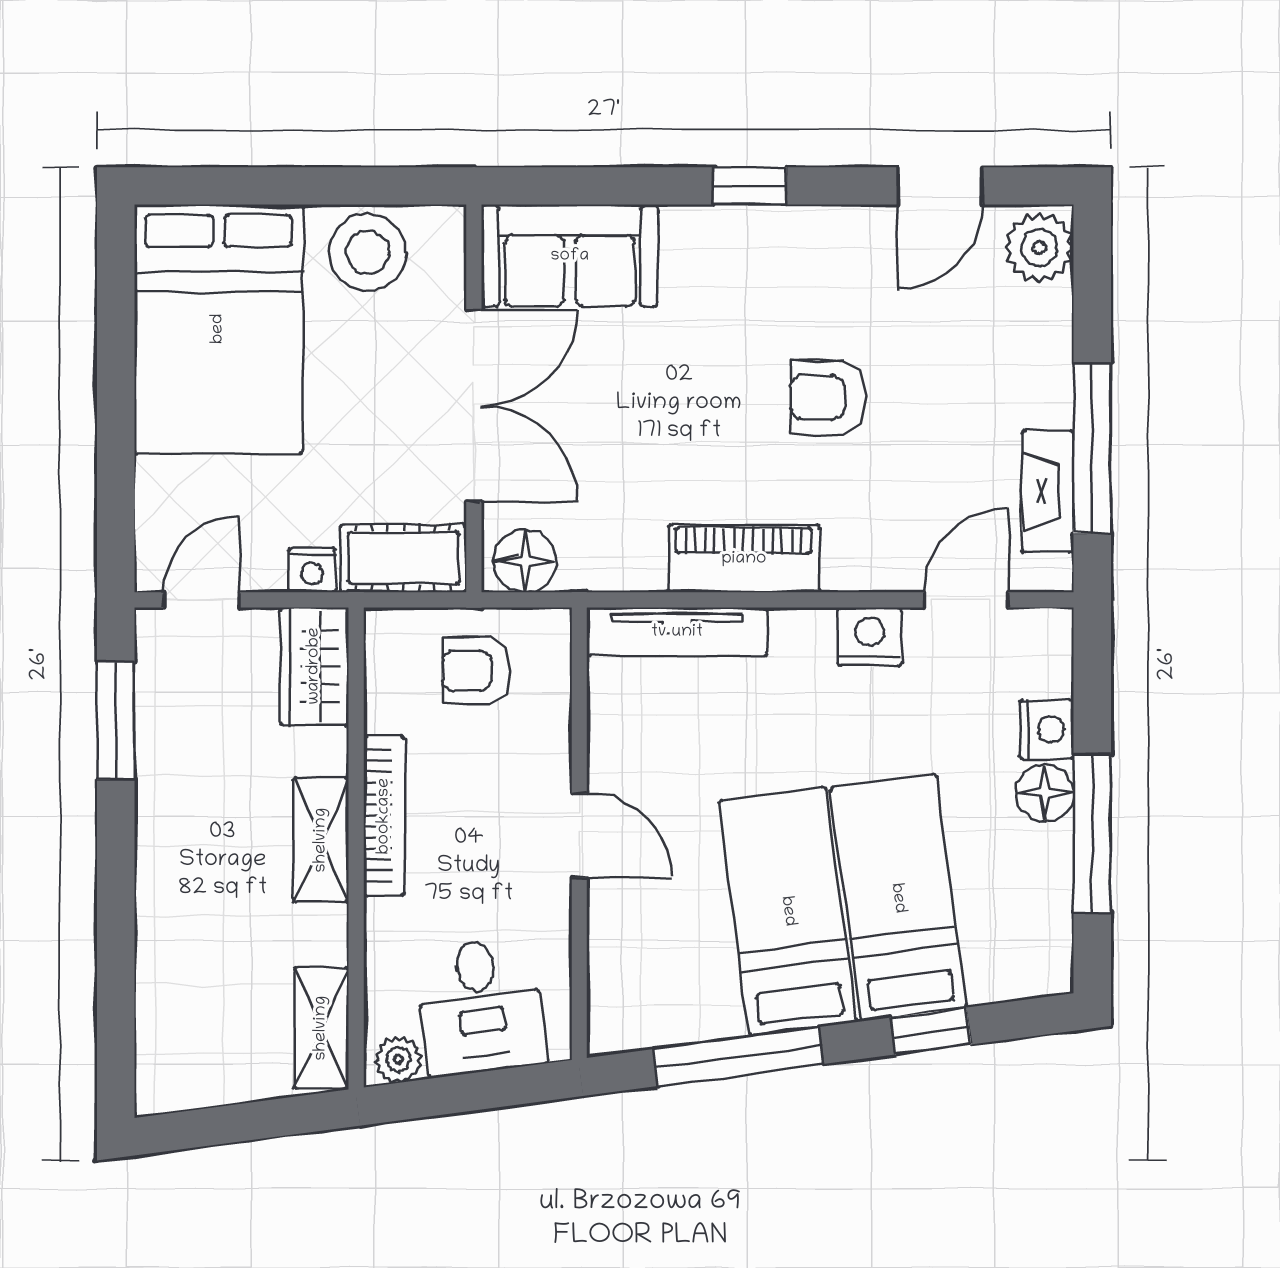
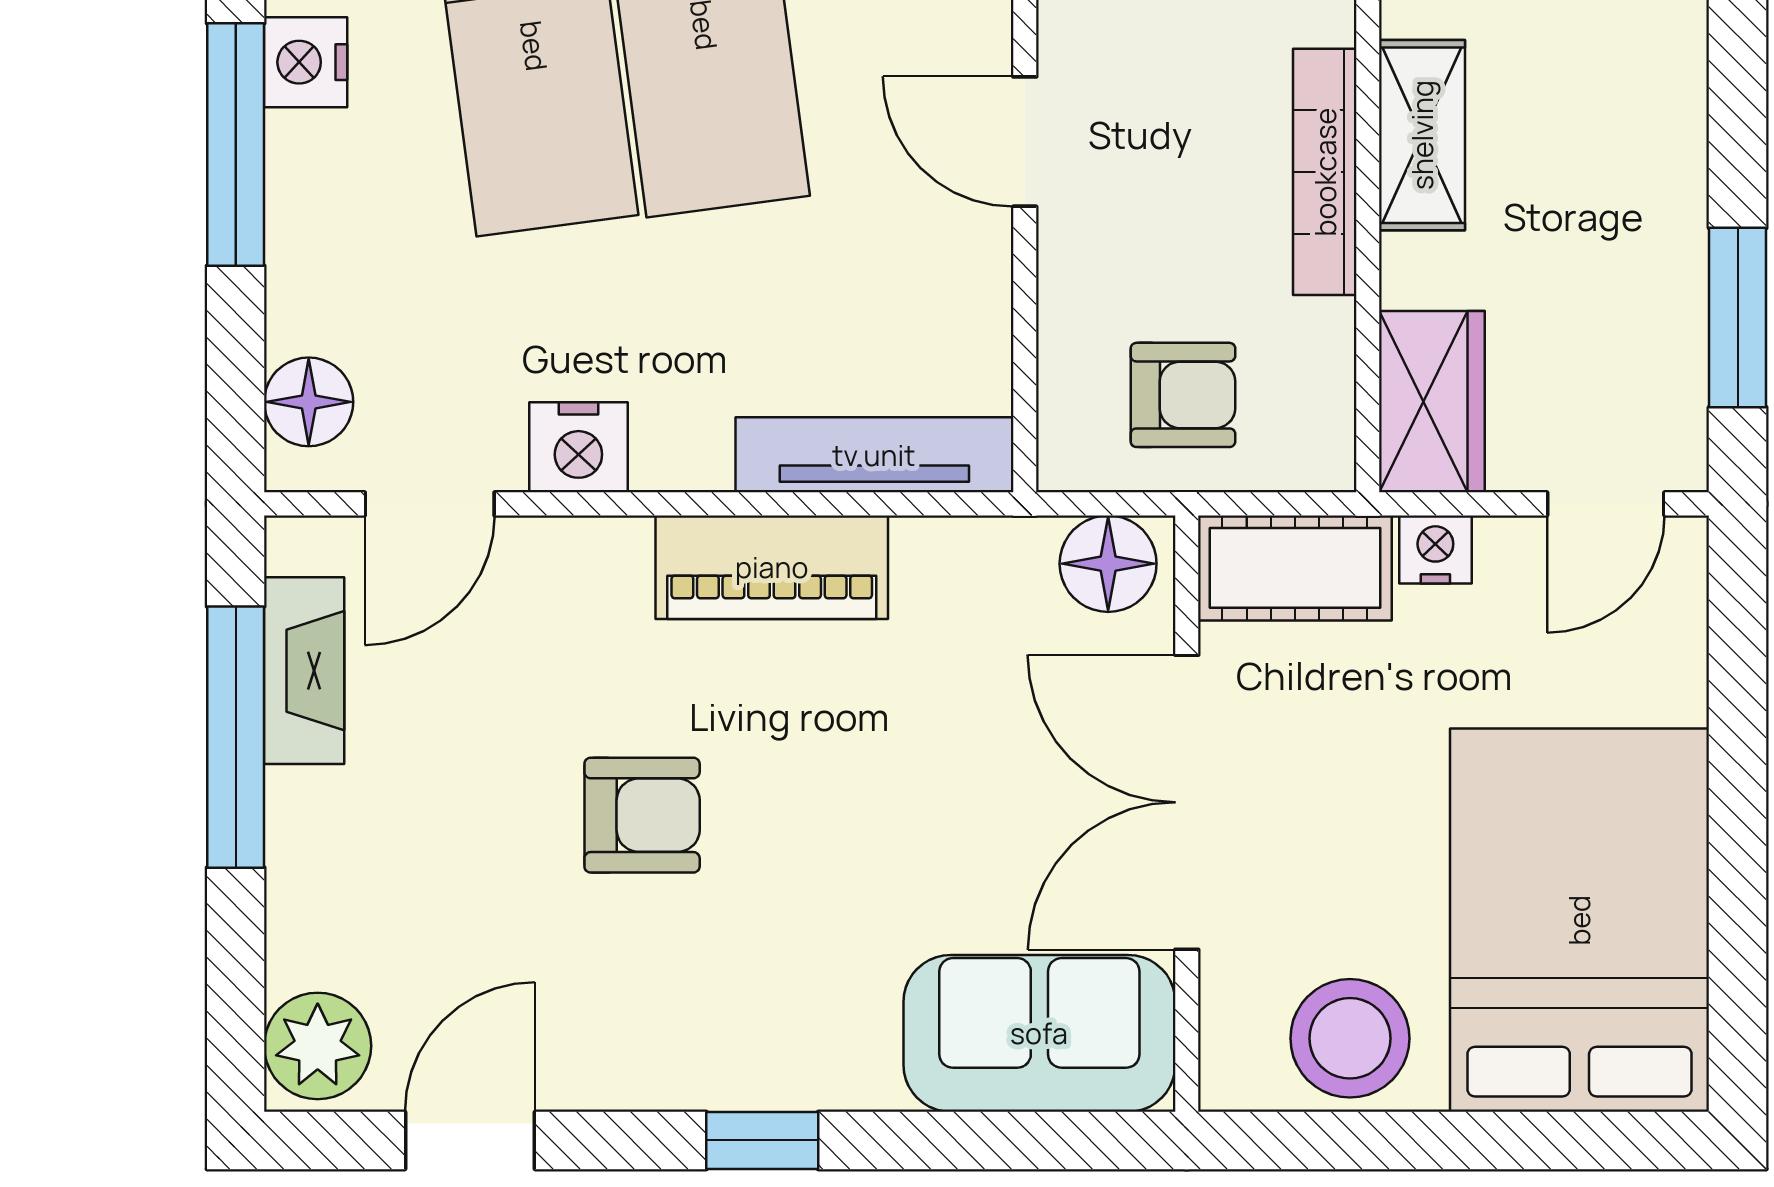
nightstand: (1047, 729) -> (306, 62), moved
floor lamp: (1045, 793) -> (309, 402), moved

